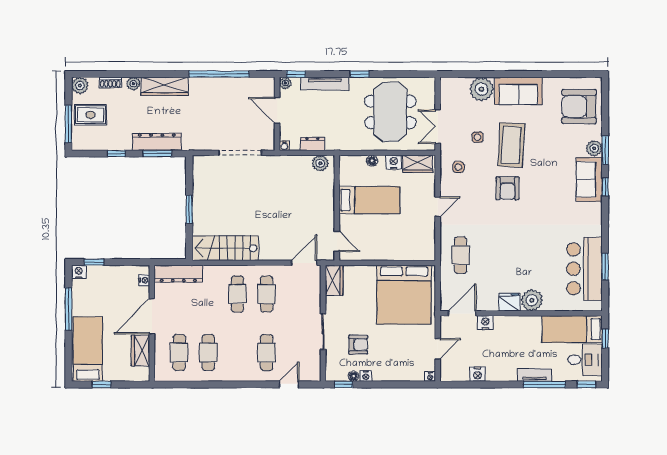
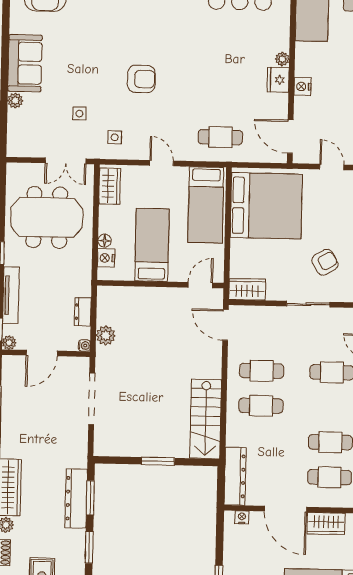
plant: (481, 89) -> (15, 101), width x0.53, depth x0.53
coffee table: (511, 145) -> (90, 73), removed
window: (116, 154) -> (89, 547), width x1.50
nightstand: (394, 162) -> (106, 258), moved
plant: (320, 163) -> (106, 335), moved
bed: (404, 244) -> (206, 205), added
plant: (532, 300) -> (282, 59), width x0.53, depth x0.53
nightstand: (485, 323) -> (302, 87), moved
armchair: (358, 345) -> (325, 262), turned 60

